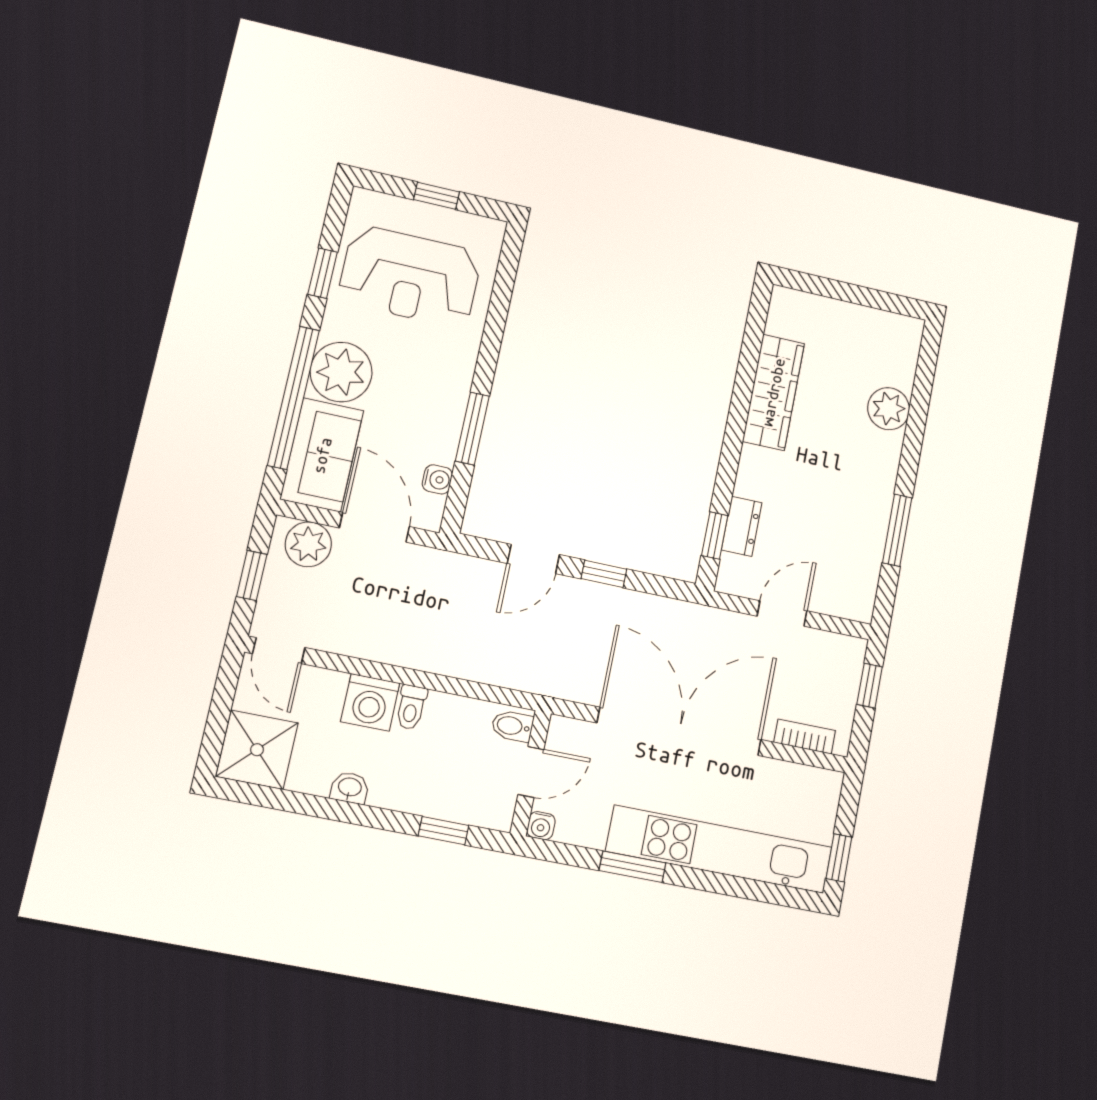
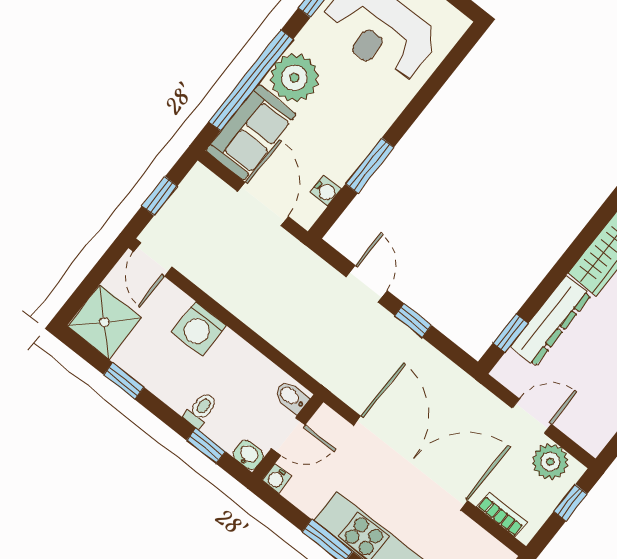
dresser: (742, 526) -> (551, 321), width x1.96, depth x1.24
plant: (308, 544) -> (550, 462), moved
door: (533, 559) -> (367, 284), swing flipped
toilet: (411, 707) -> (201, 410), moved, turned 180
washbasin: (350, 788) -> (248, 455), moved
window: (313, 806) -> (124, 381), added

